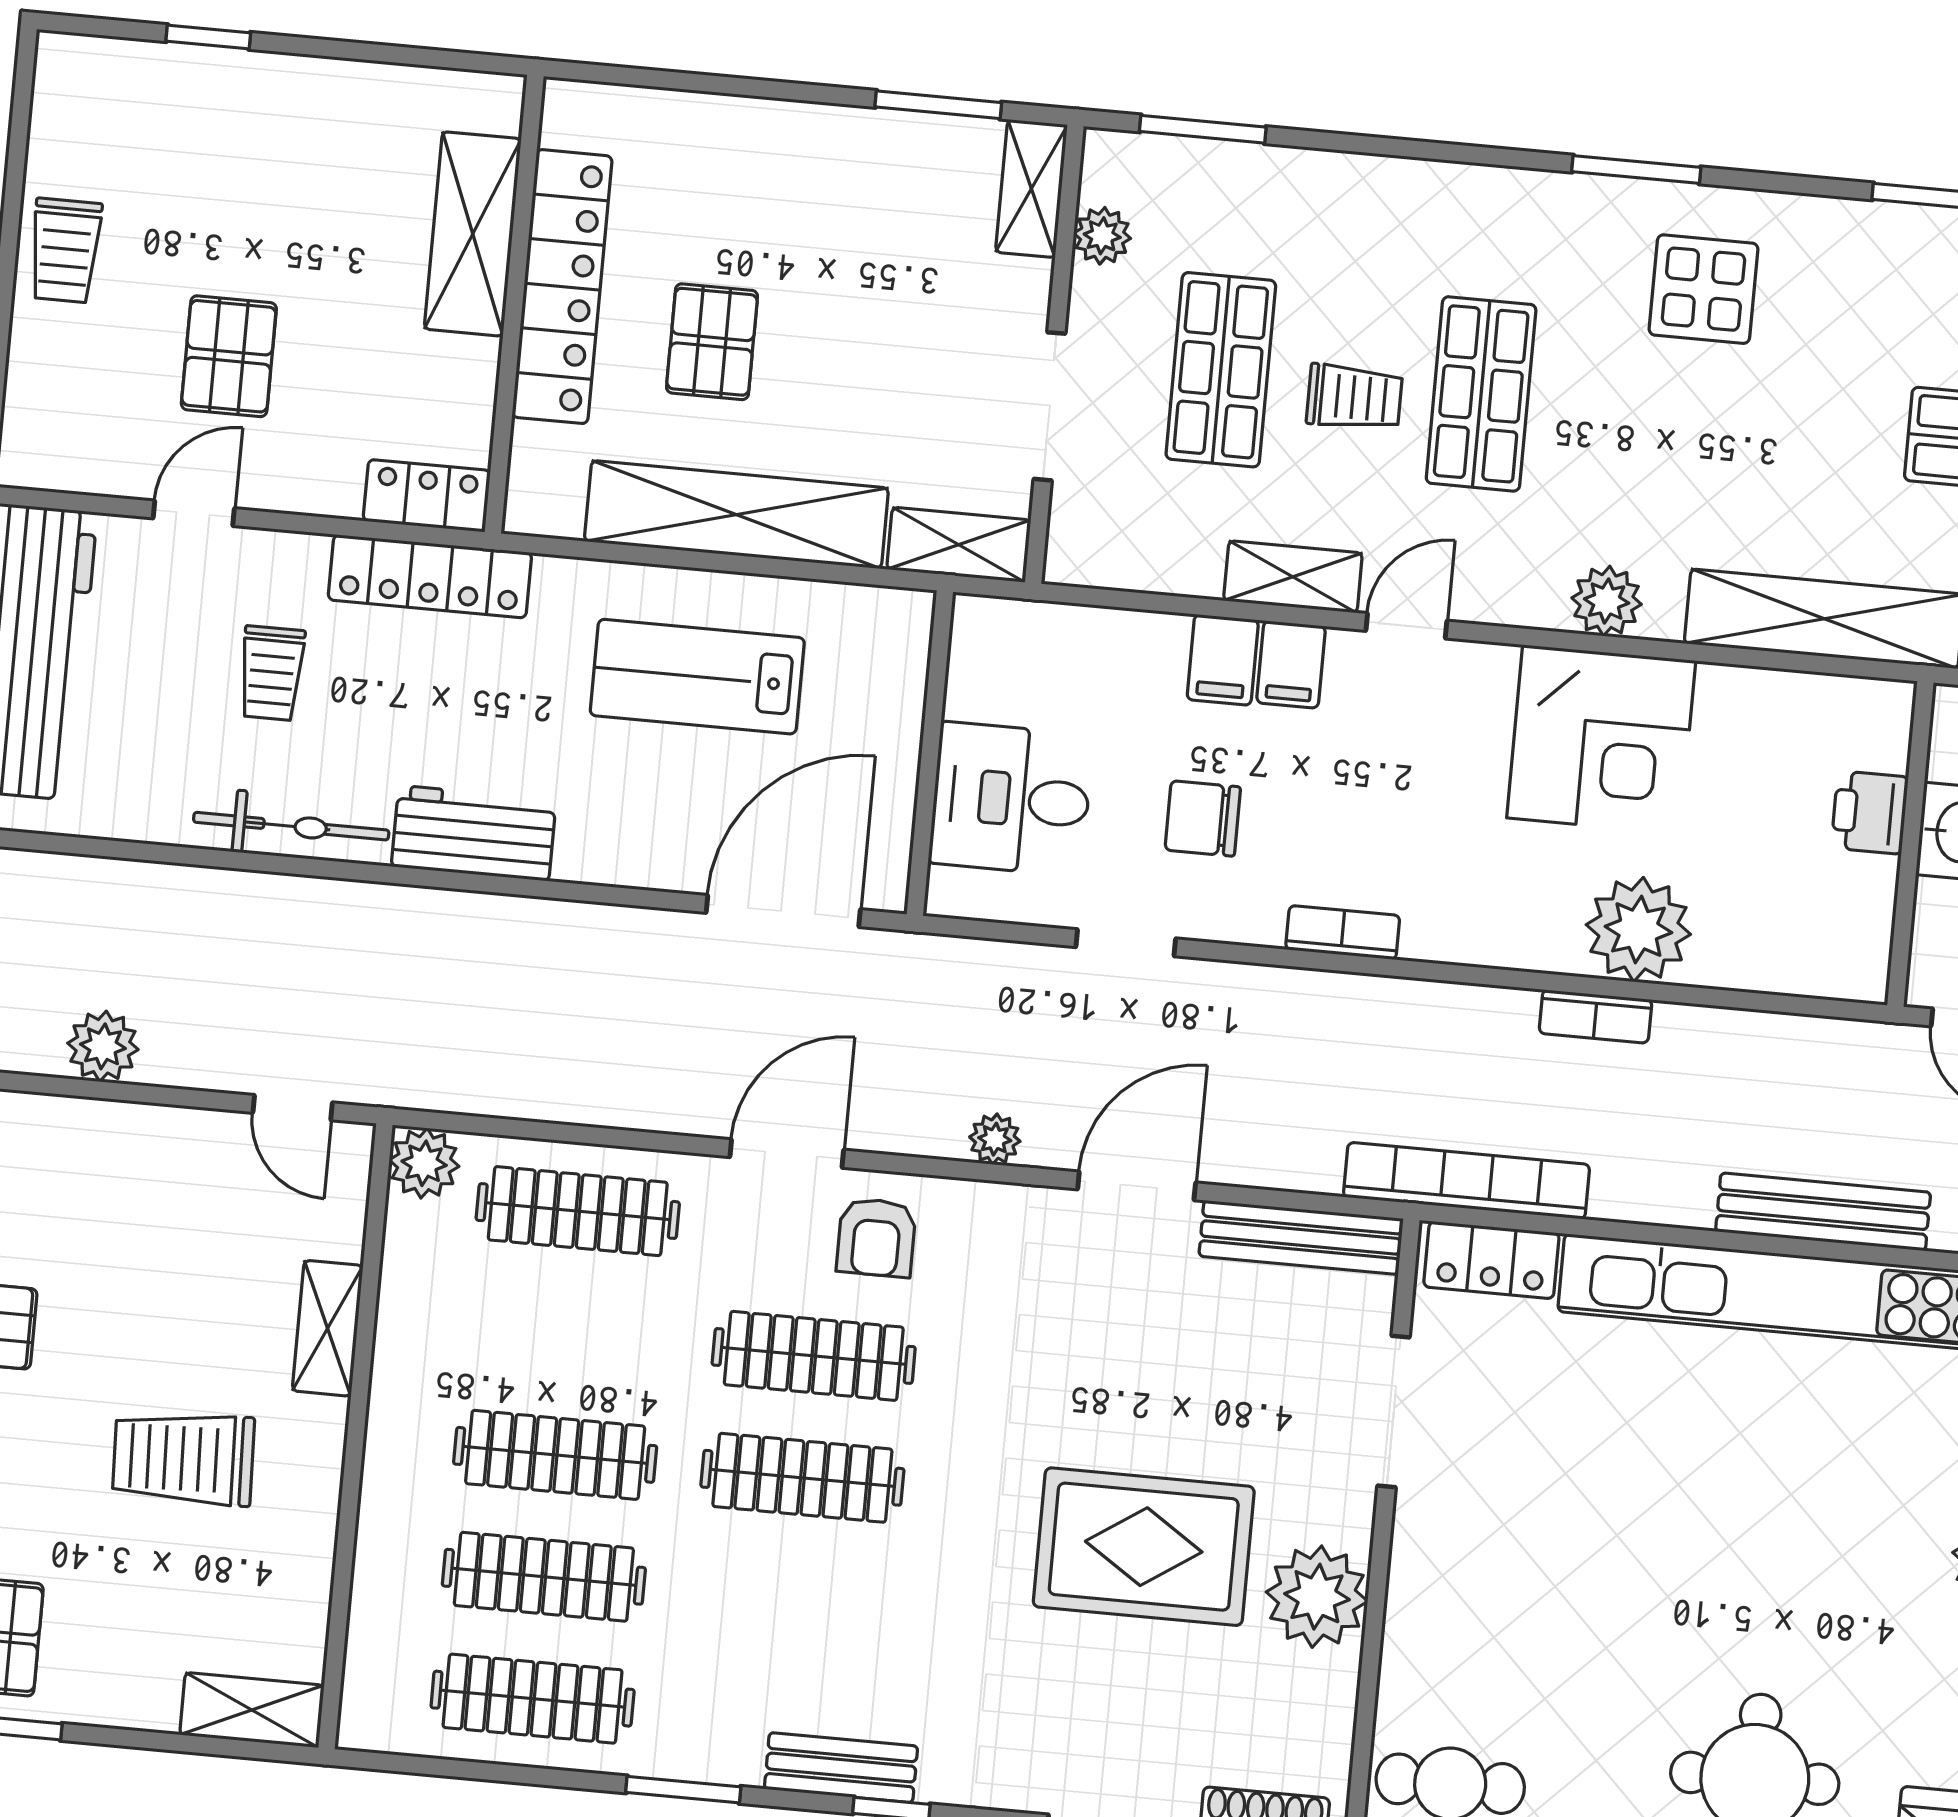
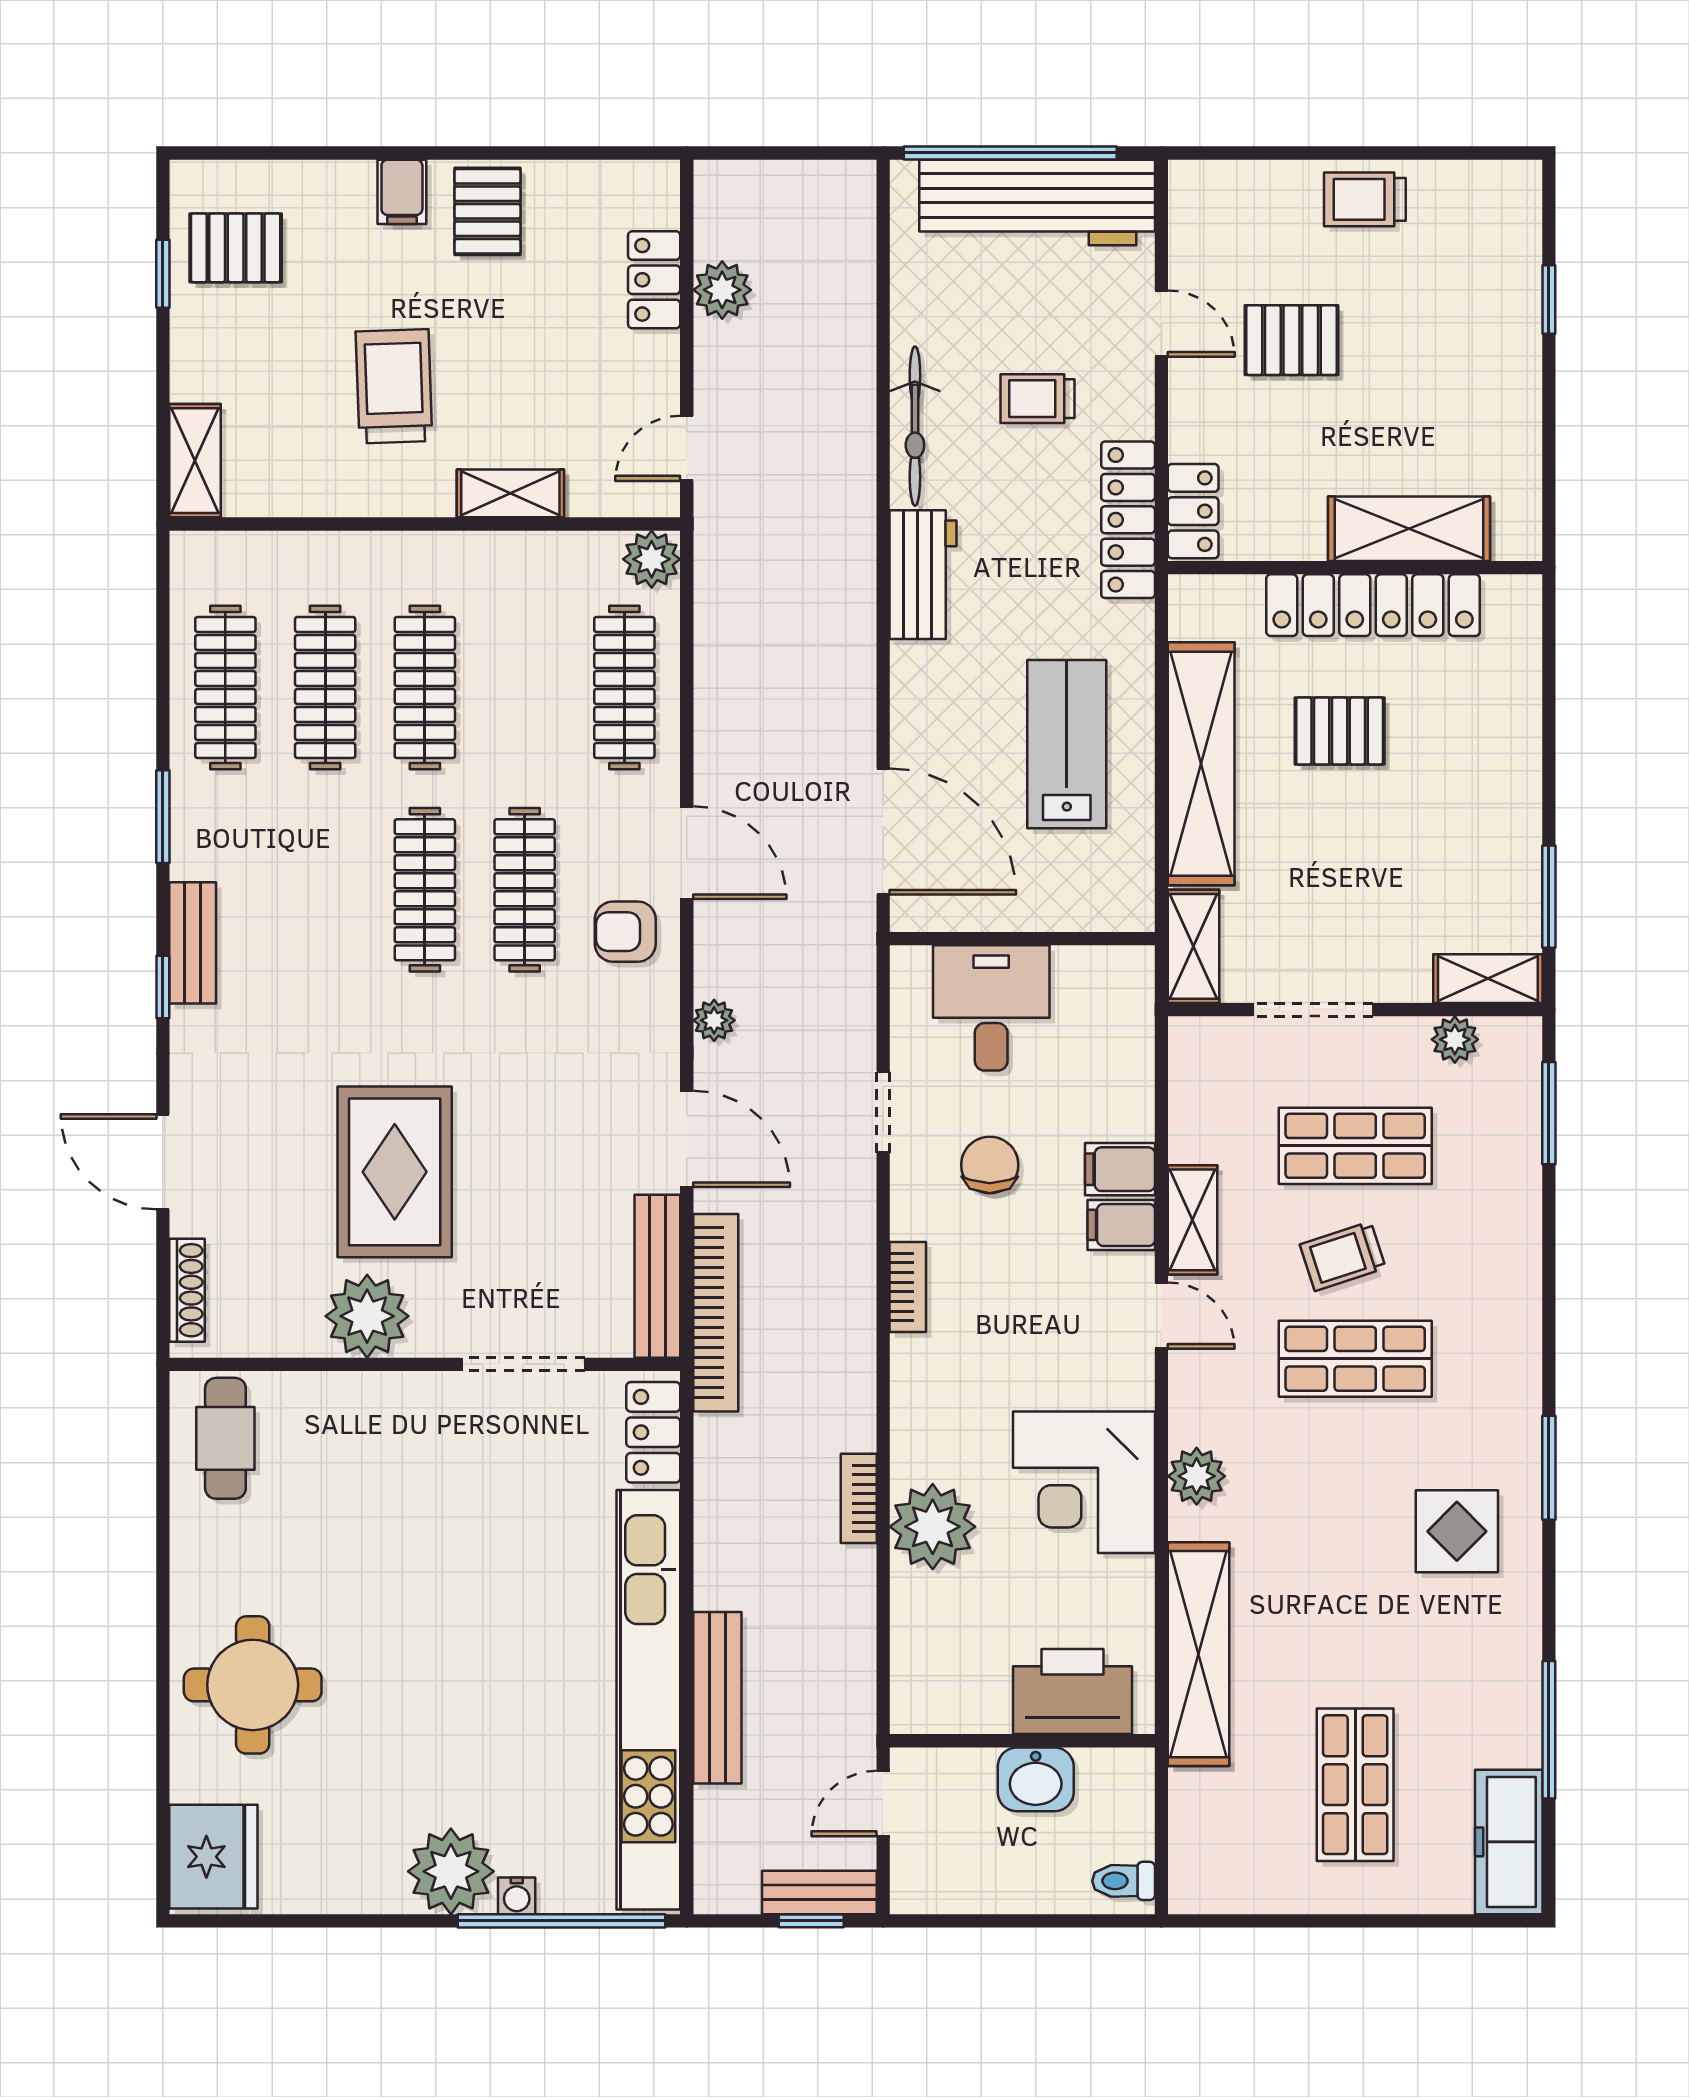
trolley: (1354, 397) -> (1343, 1256), turned 72
printer: (1870, 812) -> (1073, 1692), width x1.87, depth x1.48
locker: (83, 1128) -> (654, 280), added
bookcase: (1466, 1181) -> (716, 1313), moved

